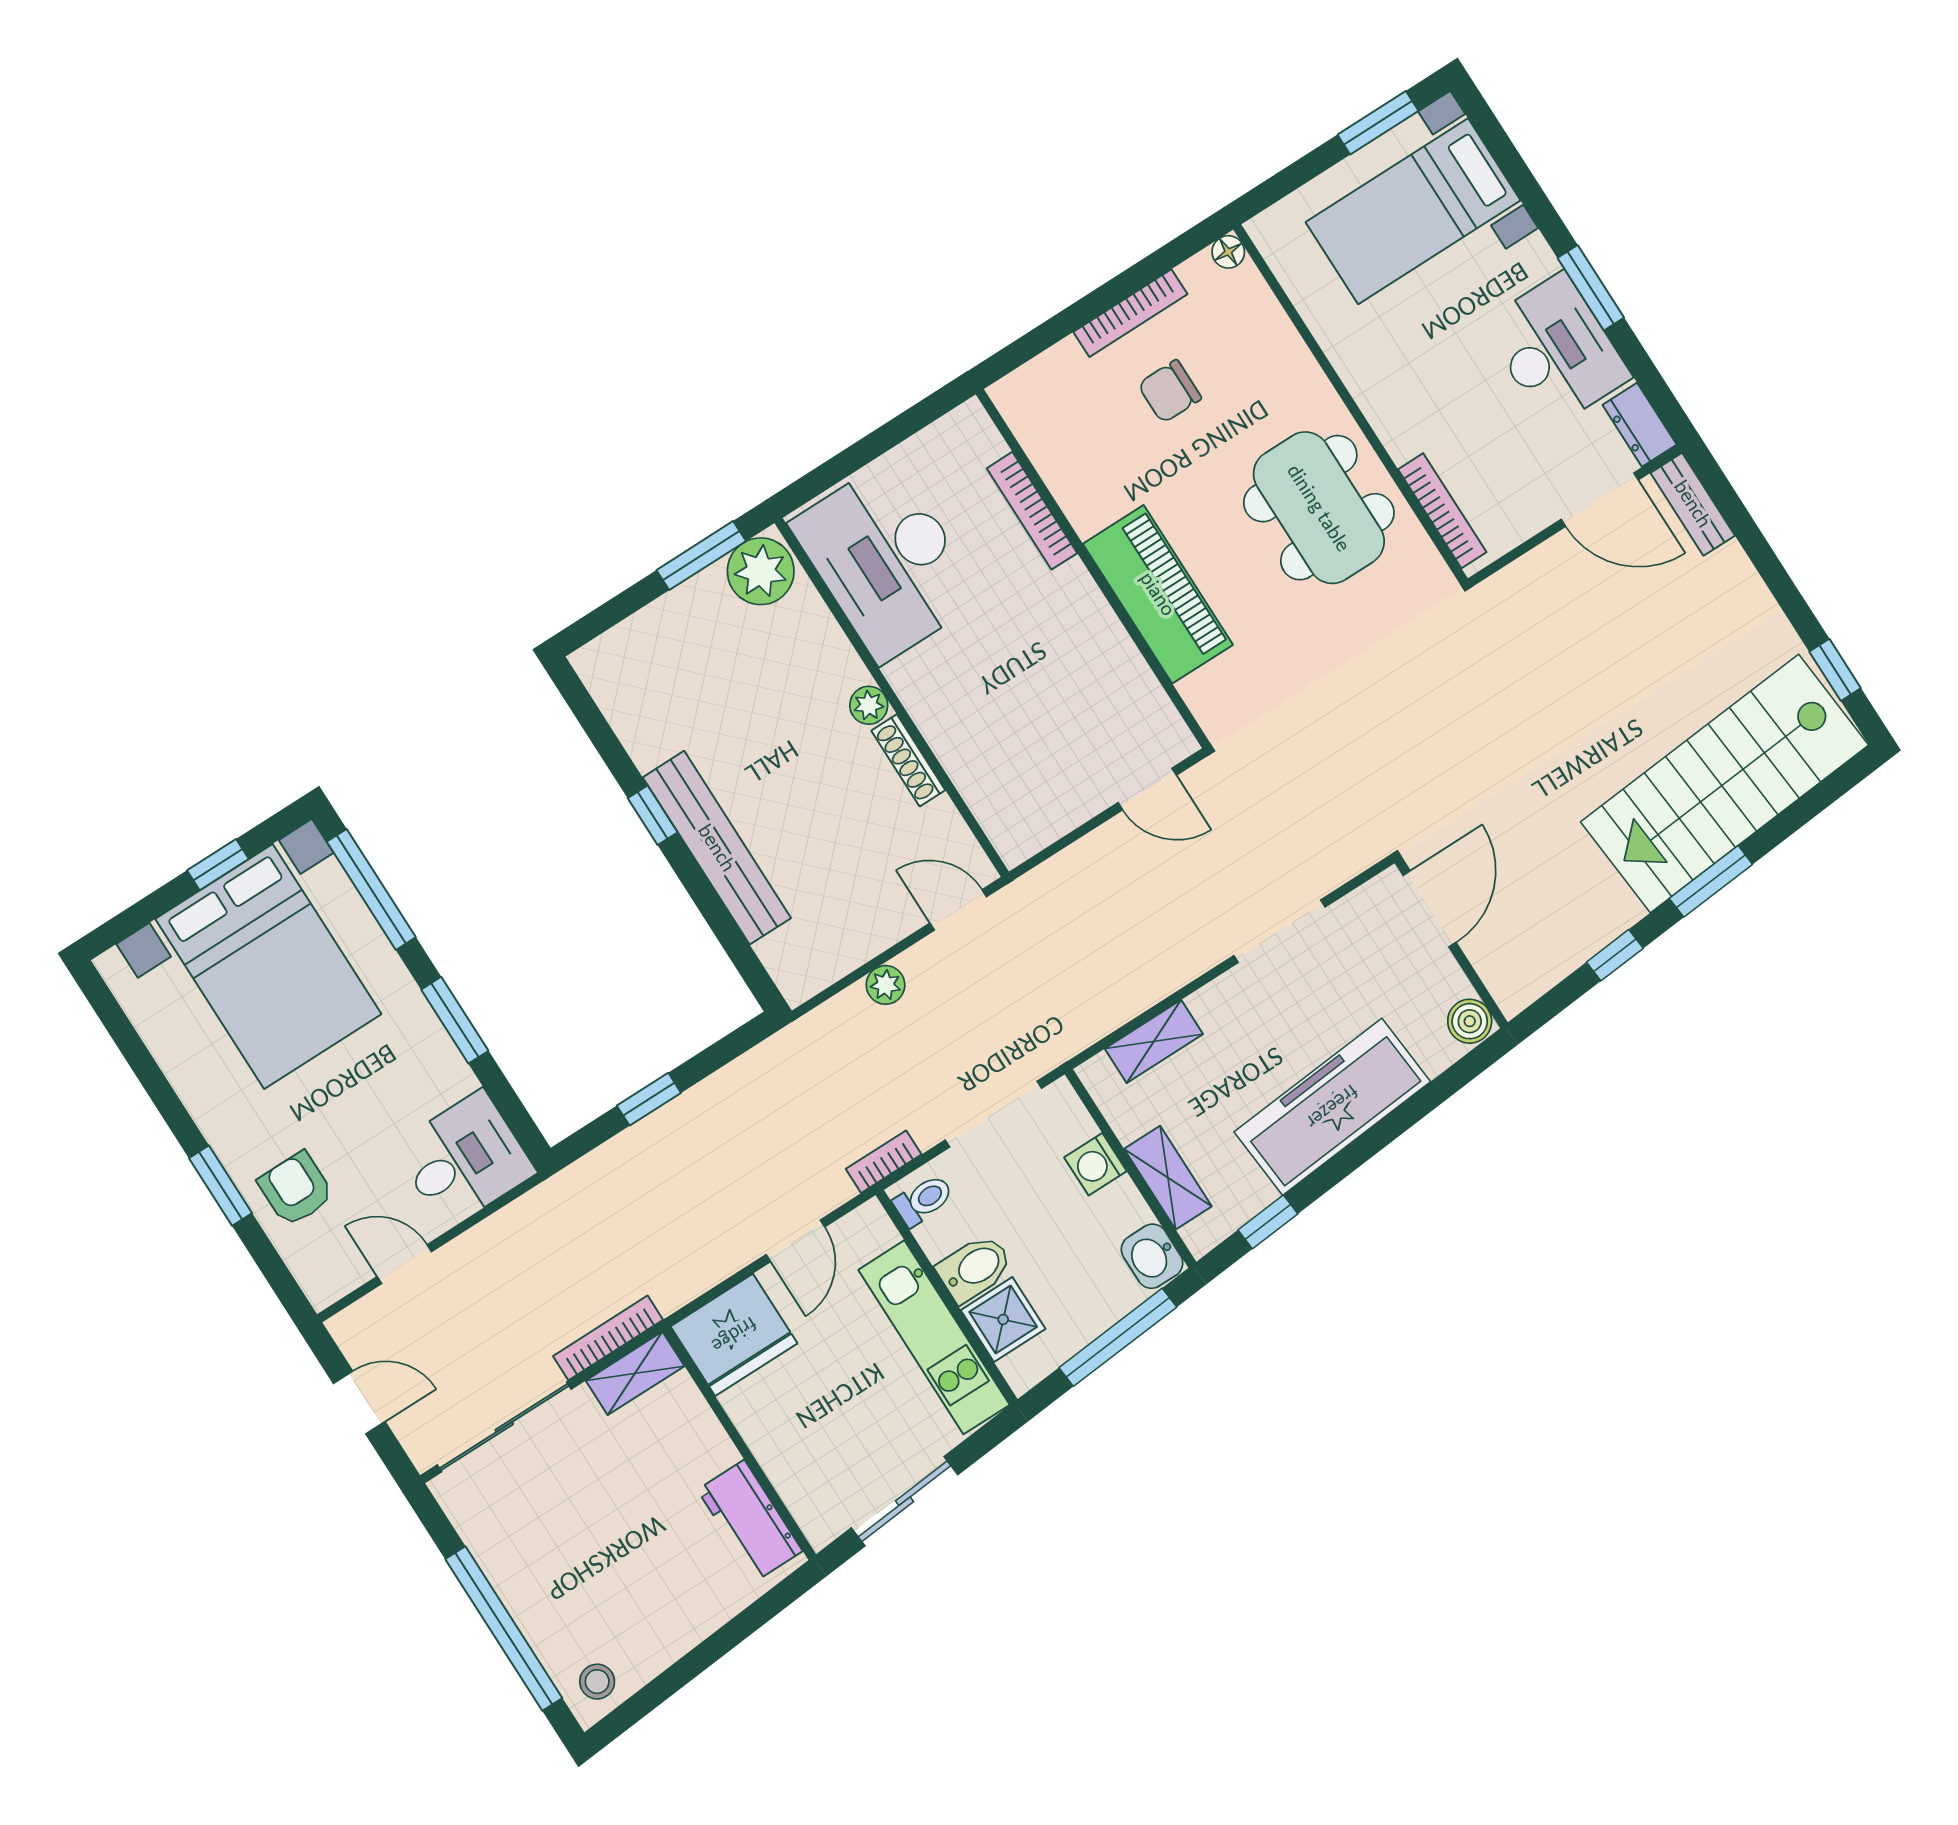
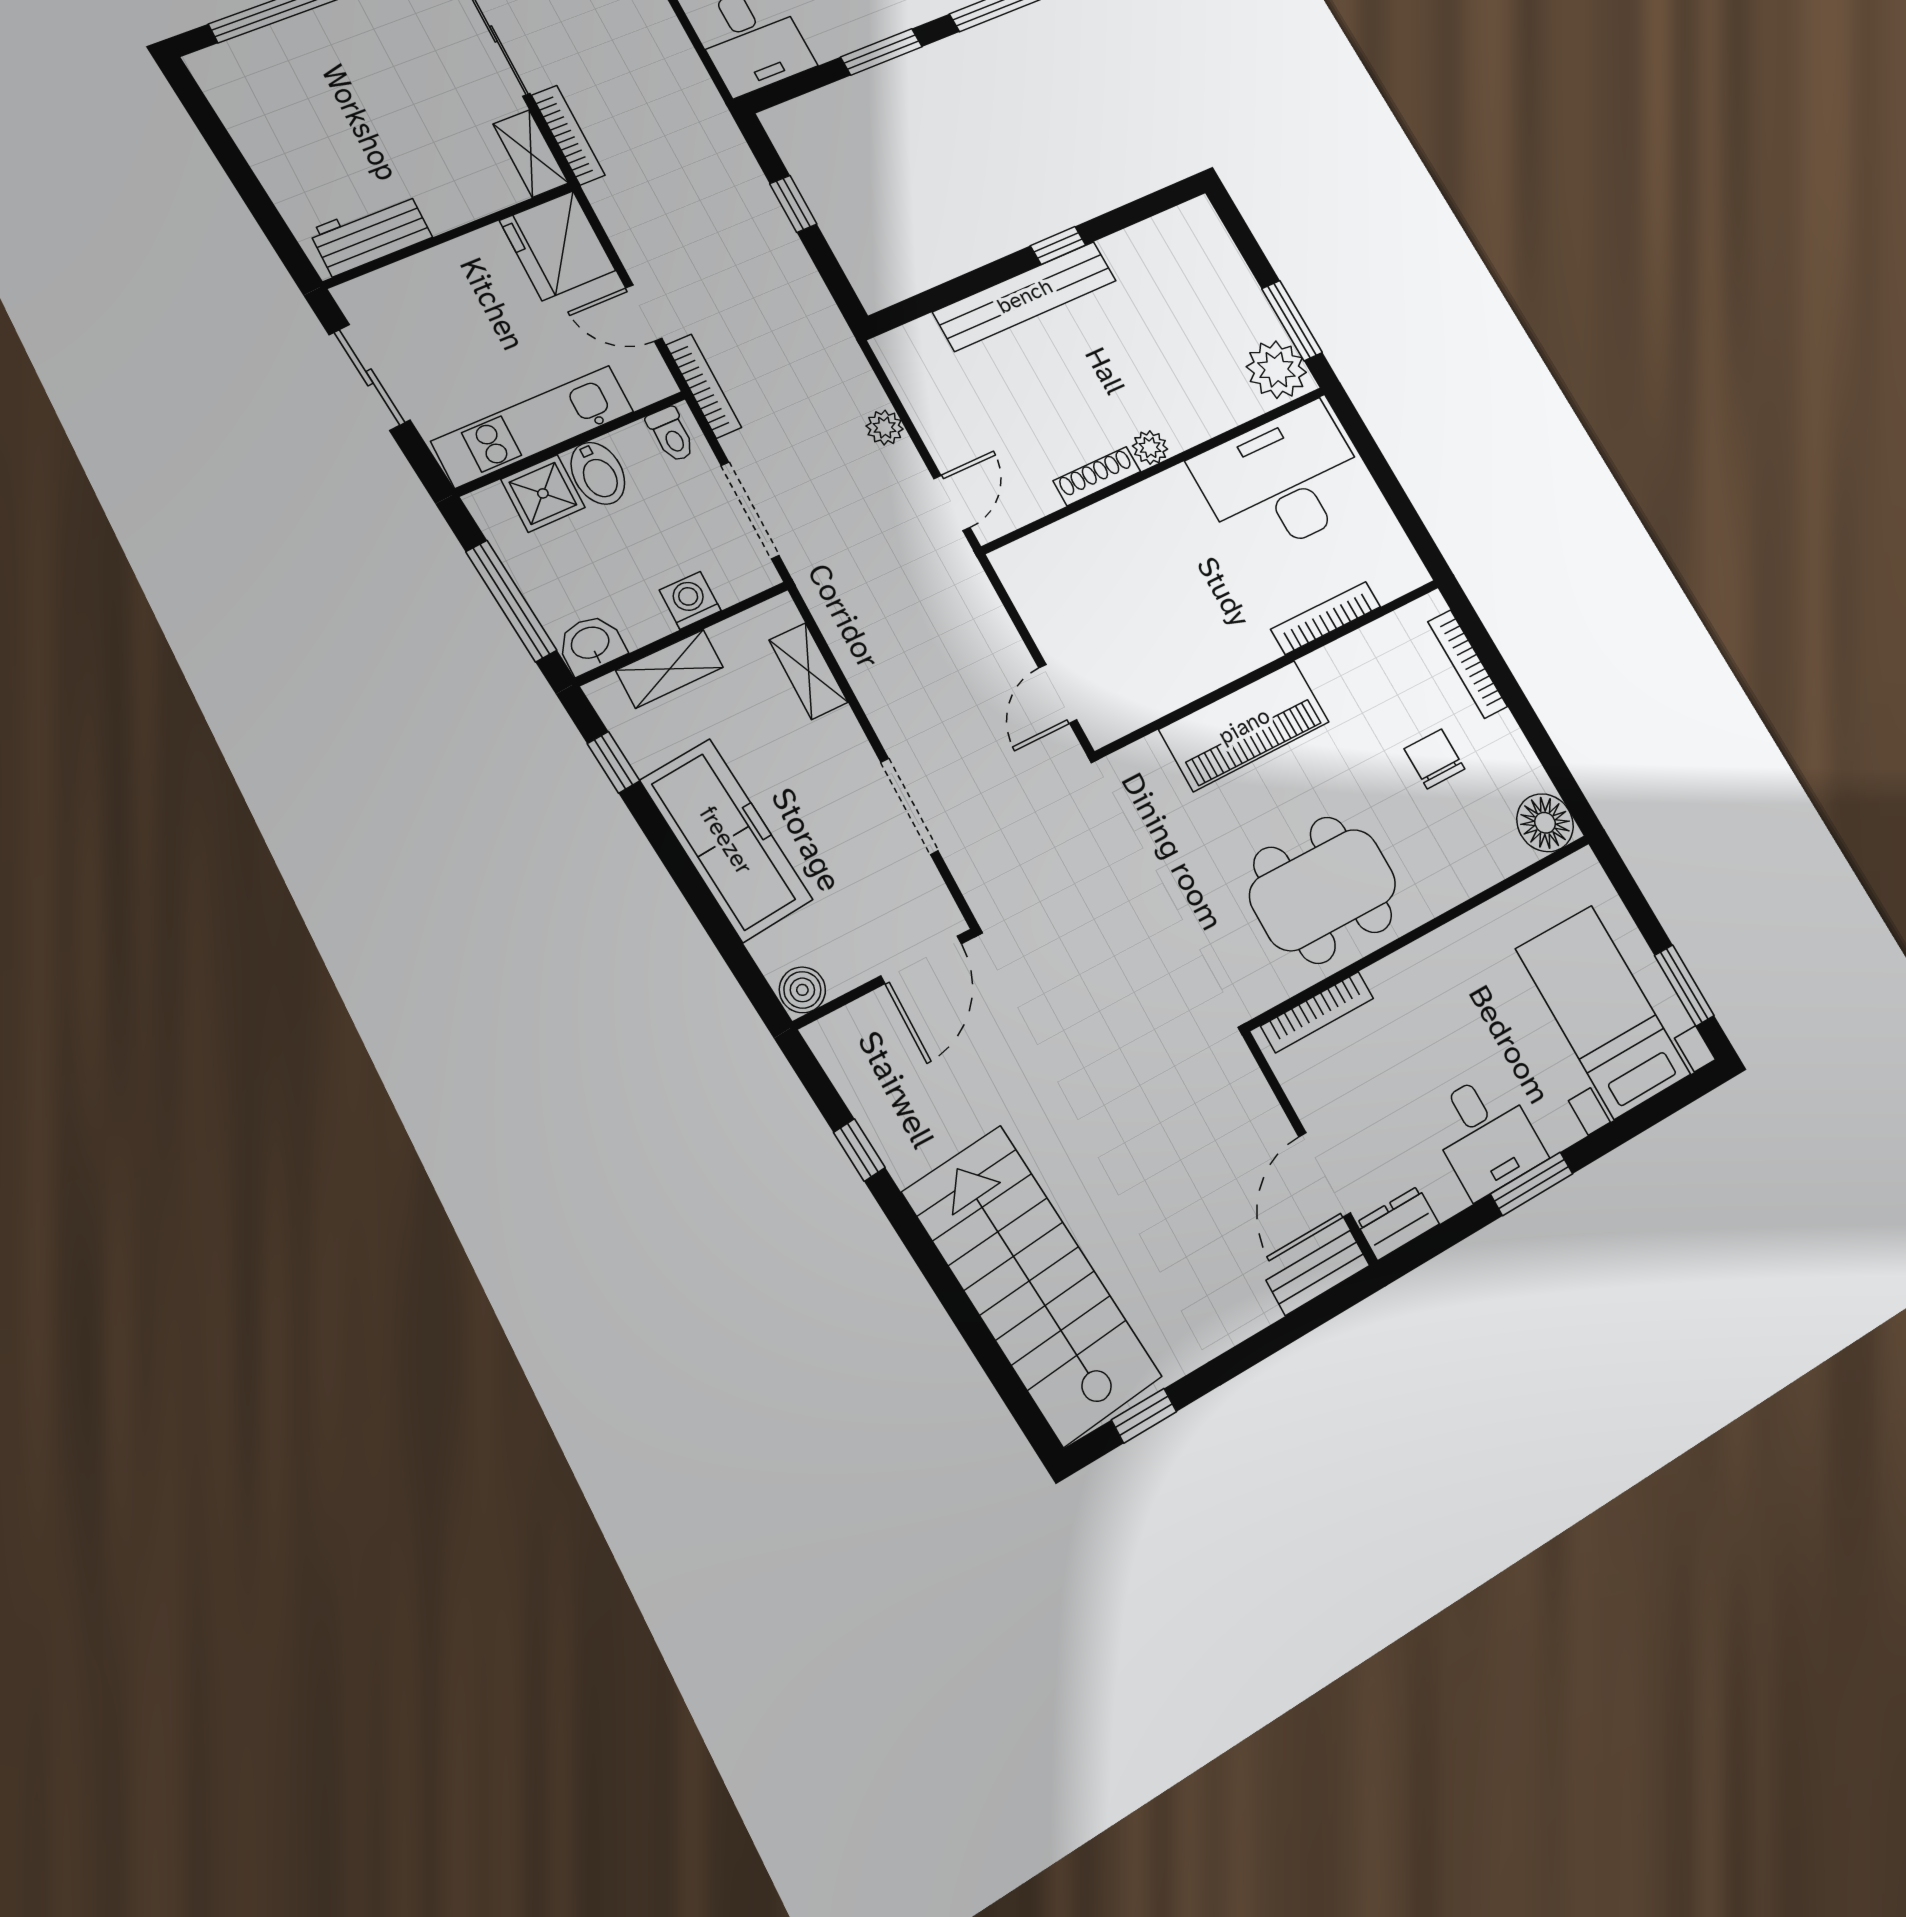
floor lamp: (1228, 252) -> (1545, 823), width x1.89, depth x1.89
bookcase: (1130, 313) -> (1468, 664), moved
desk: (1556, 350) -> (1486, 1135), width x0.73
window: (1711, 881) -> (930, 1261), removed
door: (1430, 909) -> (921, 960), hinge flipped
bookcase: (884, 1162) -> (704, 386), width x1.56
stool: (597, 1682) -> (230, 76), removed

